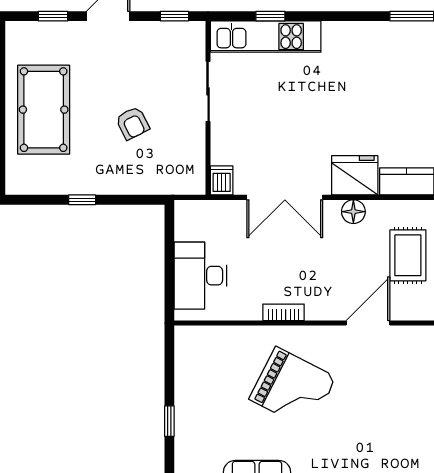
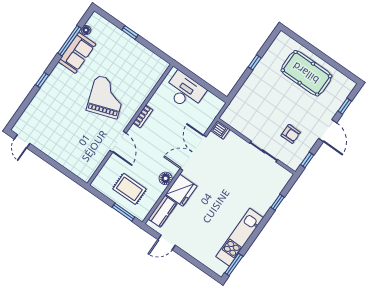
kitchen unit: (266, 37) -> (240, 237), moved
armchair: (132, 123) -> (291, 134), moved, turned -153
door: (368, 323) -> (118, 142), moved
grand piano: (293, 388) -> (106, 97), turned 134

